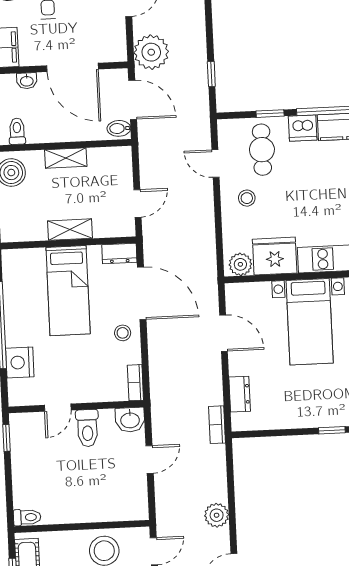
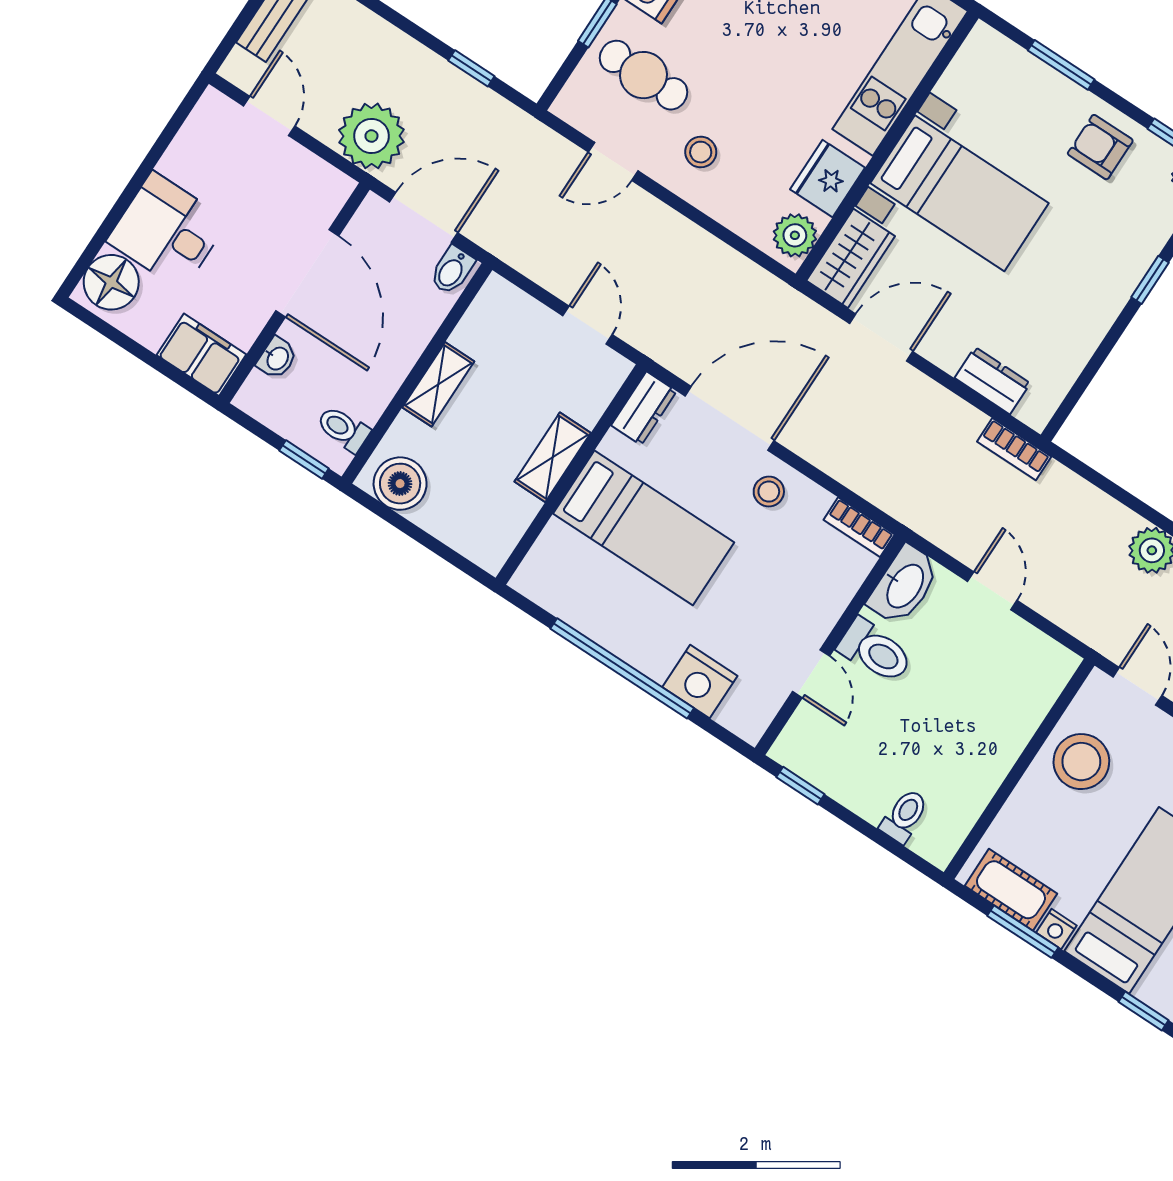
door: (73, 67) -> (307, 273), hinge flipped
fridge: (275, 256) -> (828, 179), width x0.73, depth x0.75
wardrobe: (248, 295) -> (851, 258), added
washbasin: (130, 420) -> (904, 585), width x1.38
toilet: (27, 517) -> (904, 816), moved

